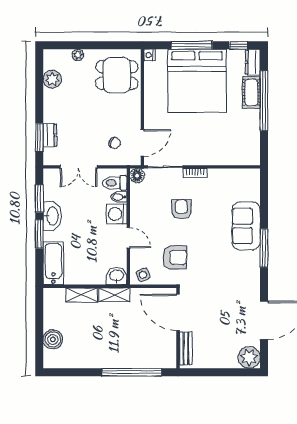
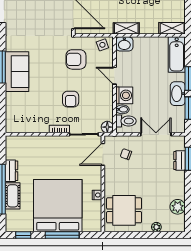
nightstand: (149, 55) -> (97, 195), moved
dresser: (253, 62) -> (12, 171), moved
sofa: (246, 226) -> (17, 72), moved
shelving: (82, 295) -> (172, 28), moved

